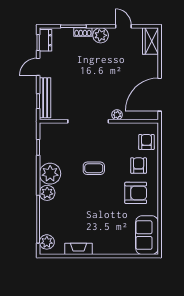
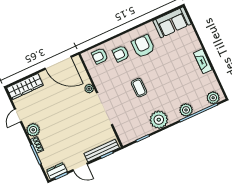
wardrobe: (151, 41) -> (25, 87), width x1.50
plant: (47, 193) -> (186, 110), moved
fireplace: (78, 249) -> (203, 61), moved

